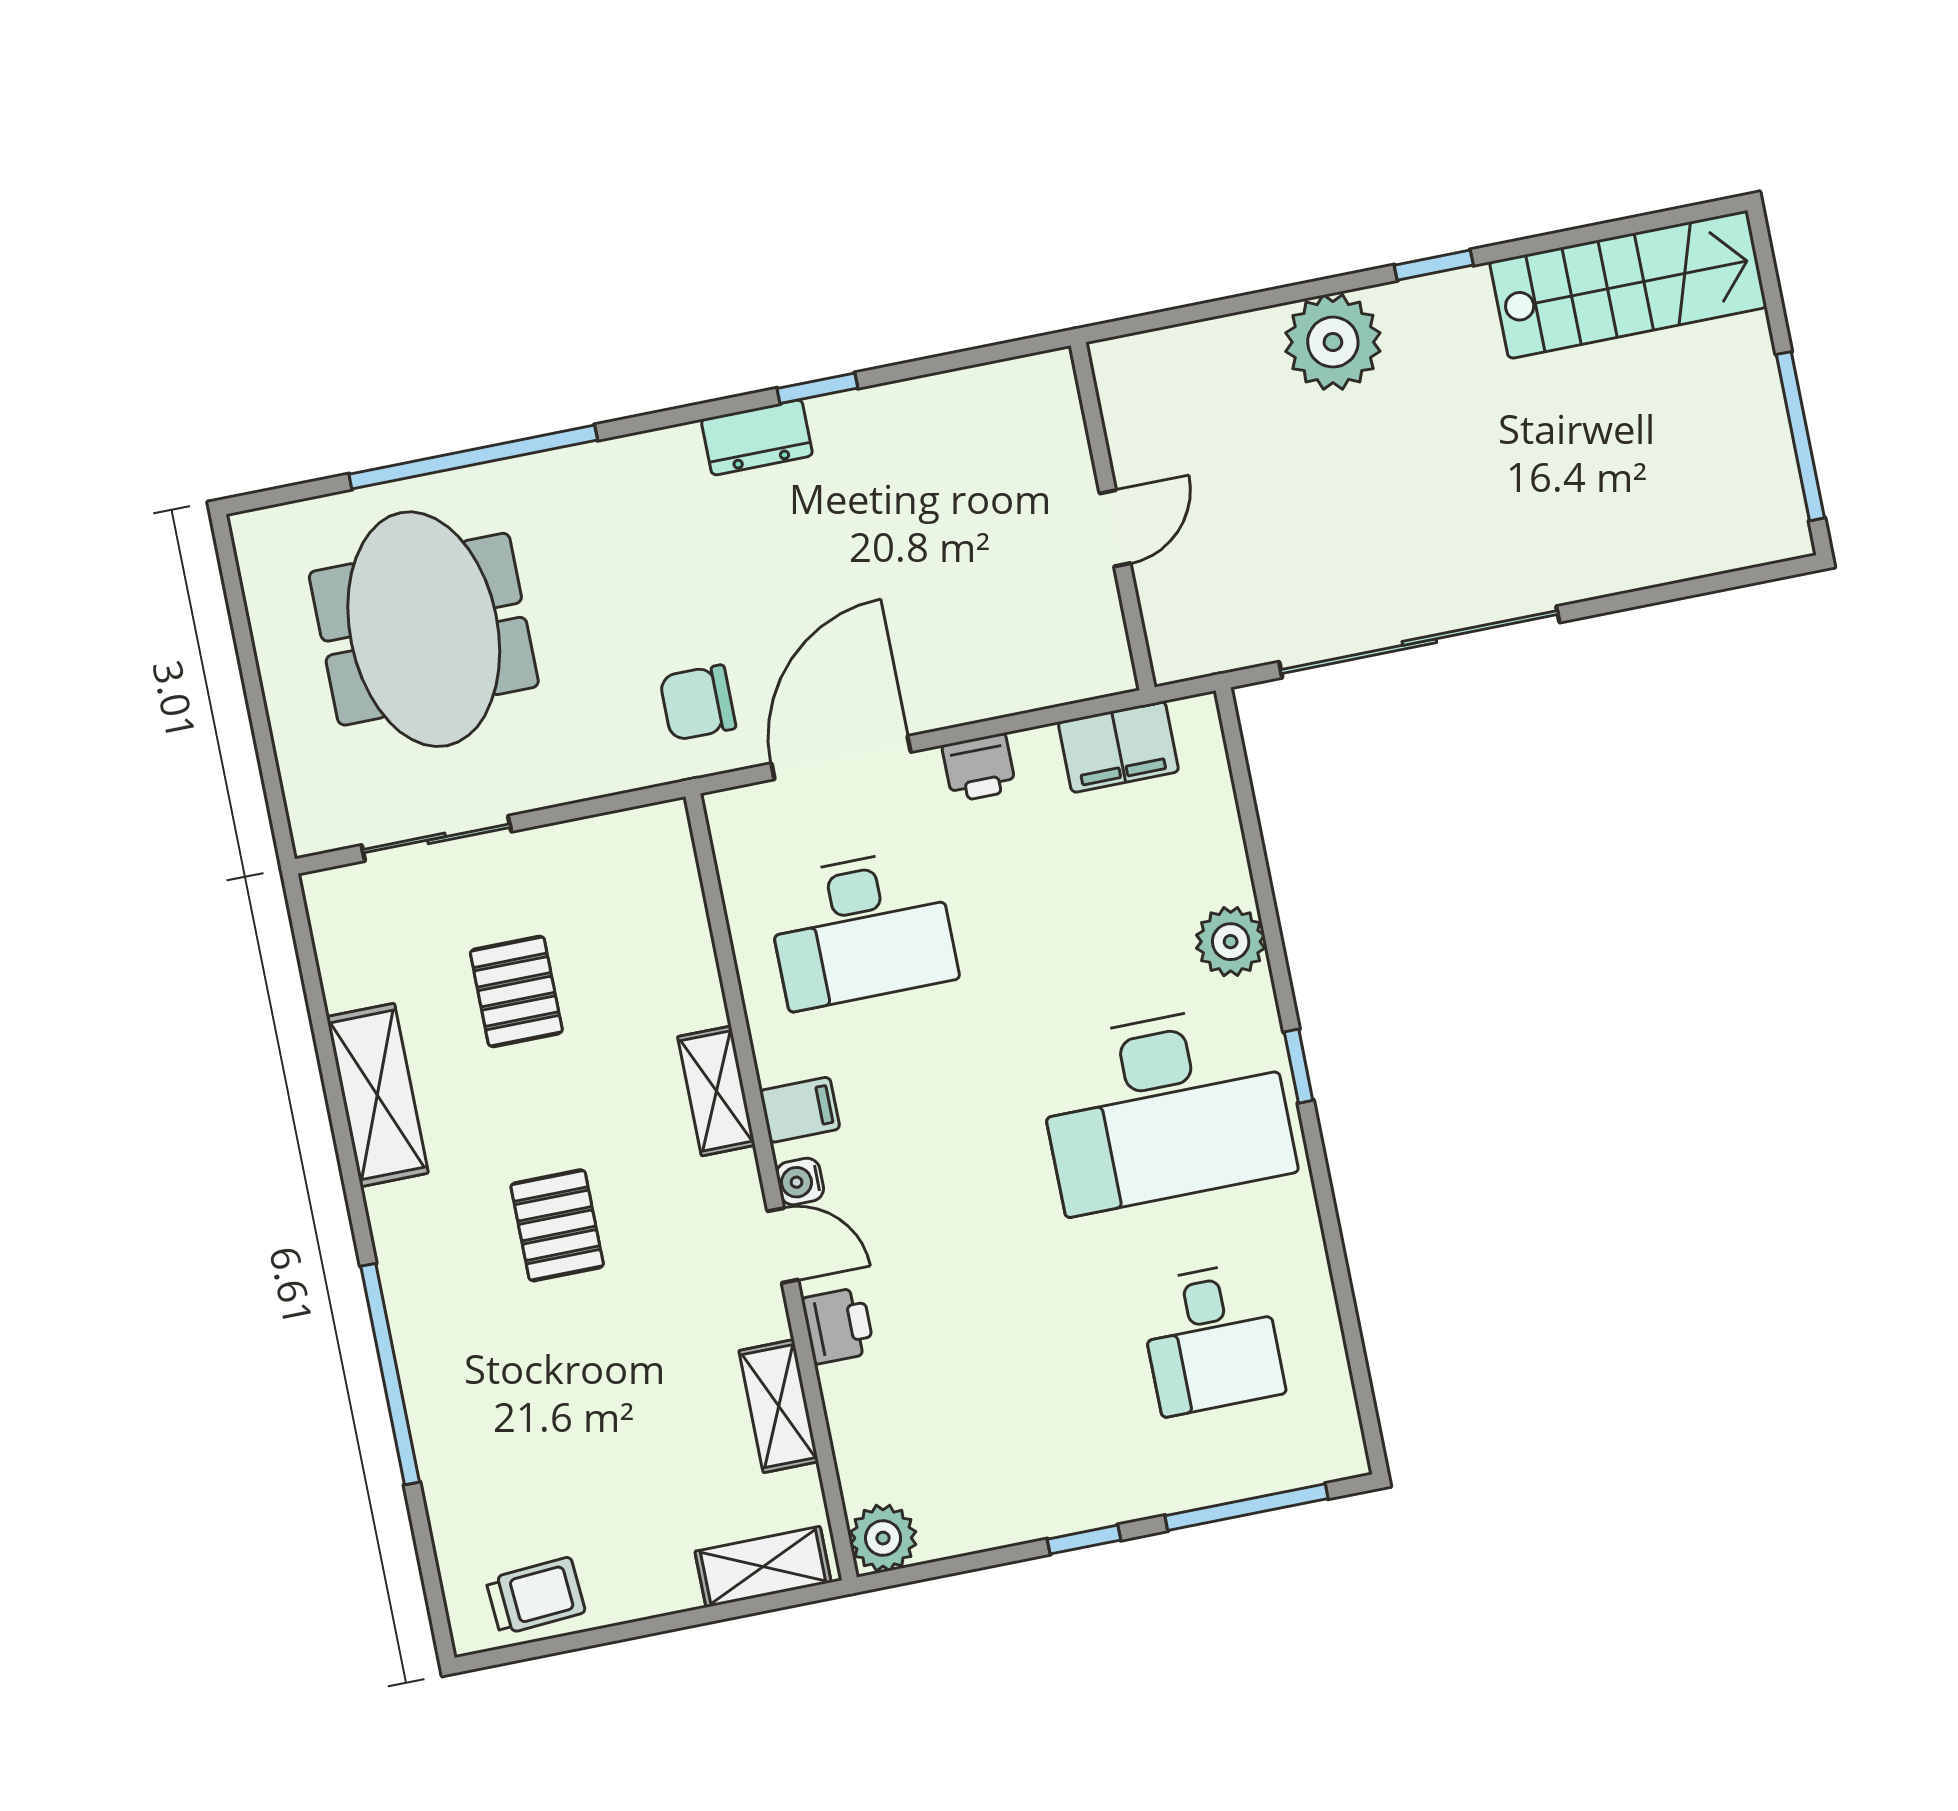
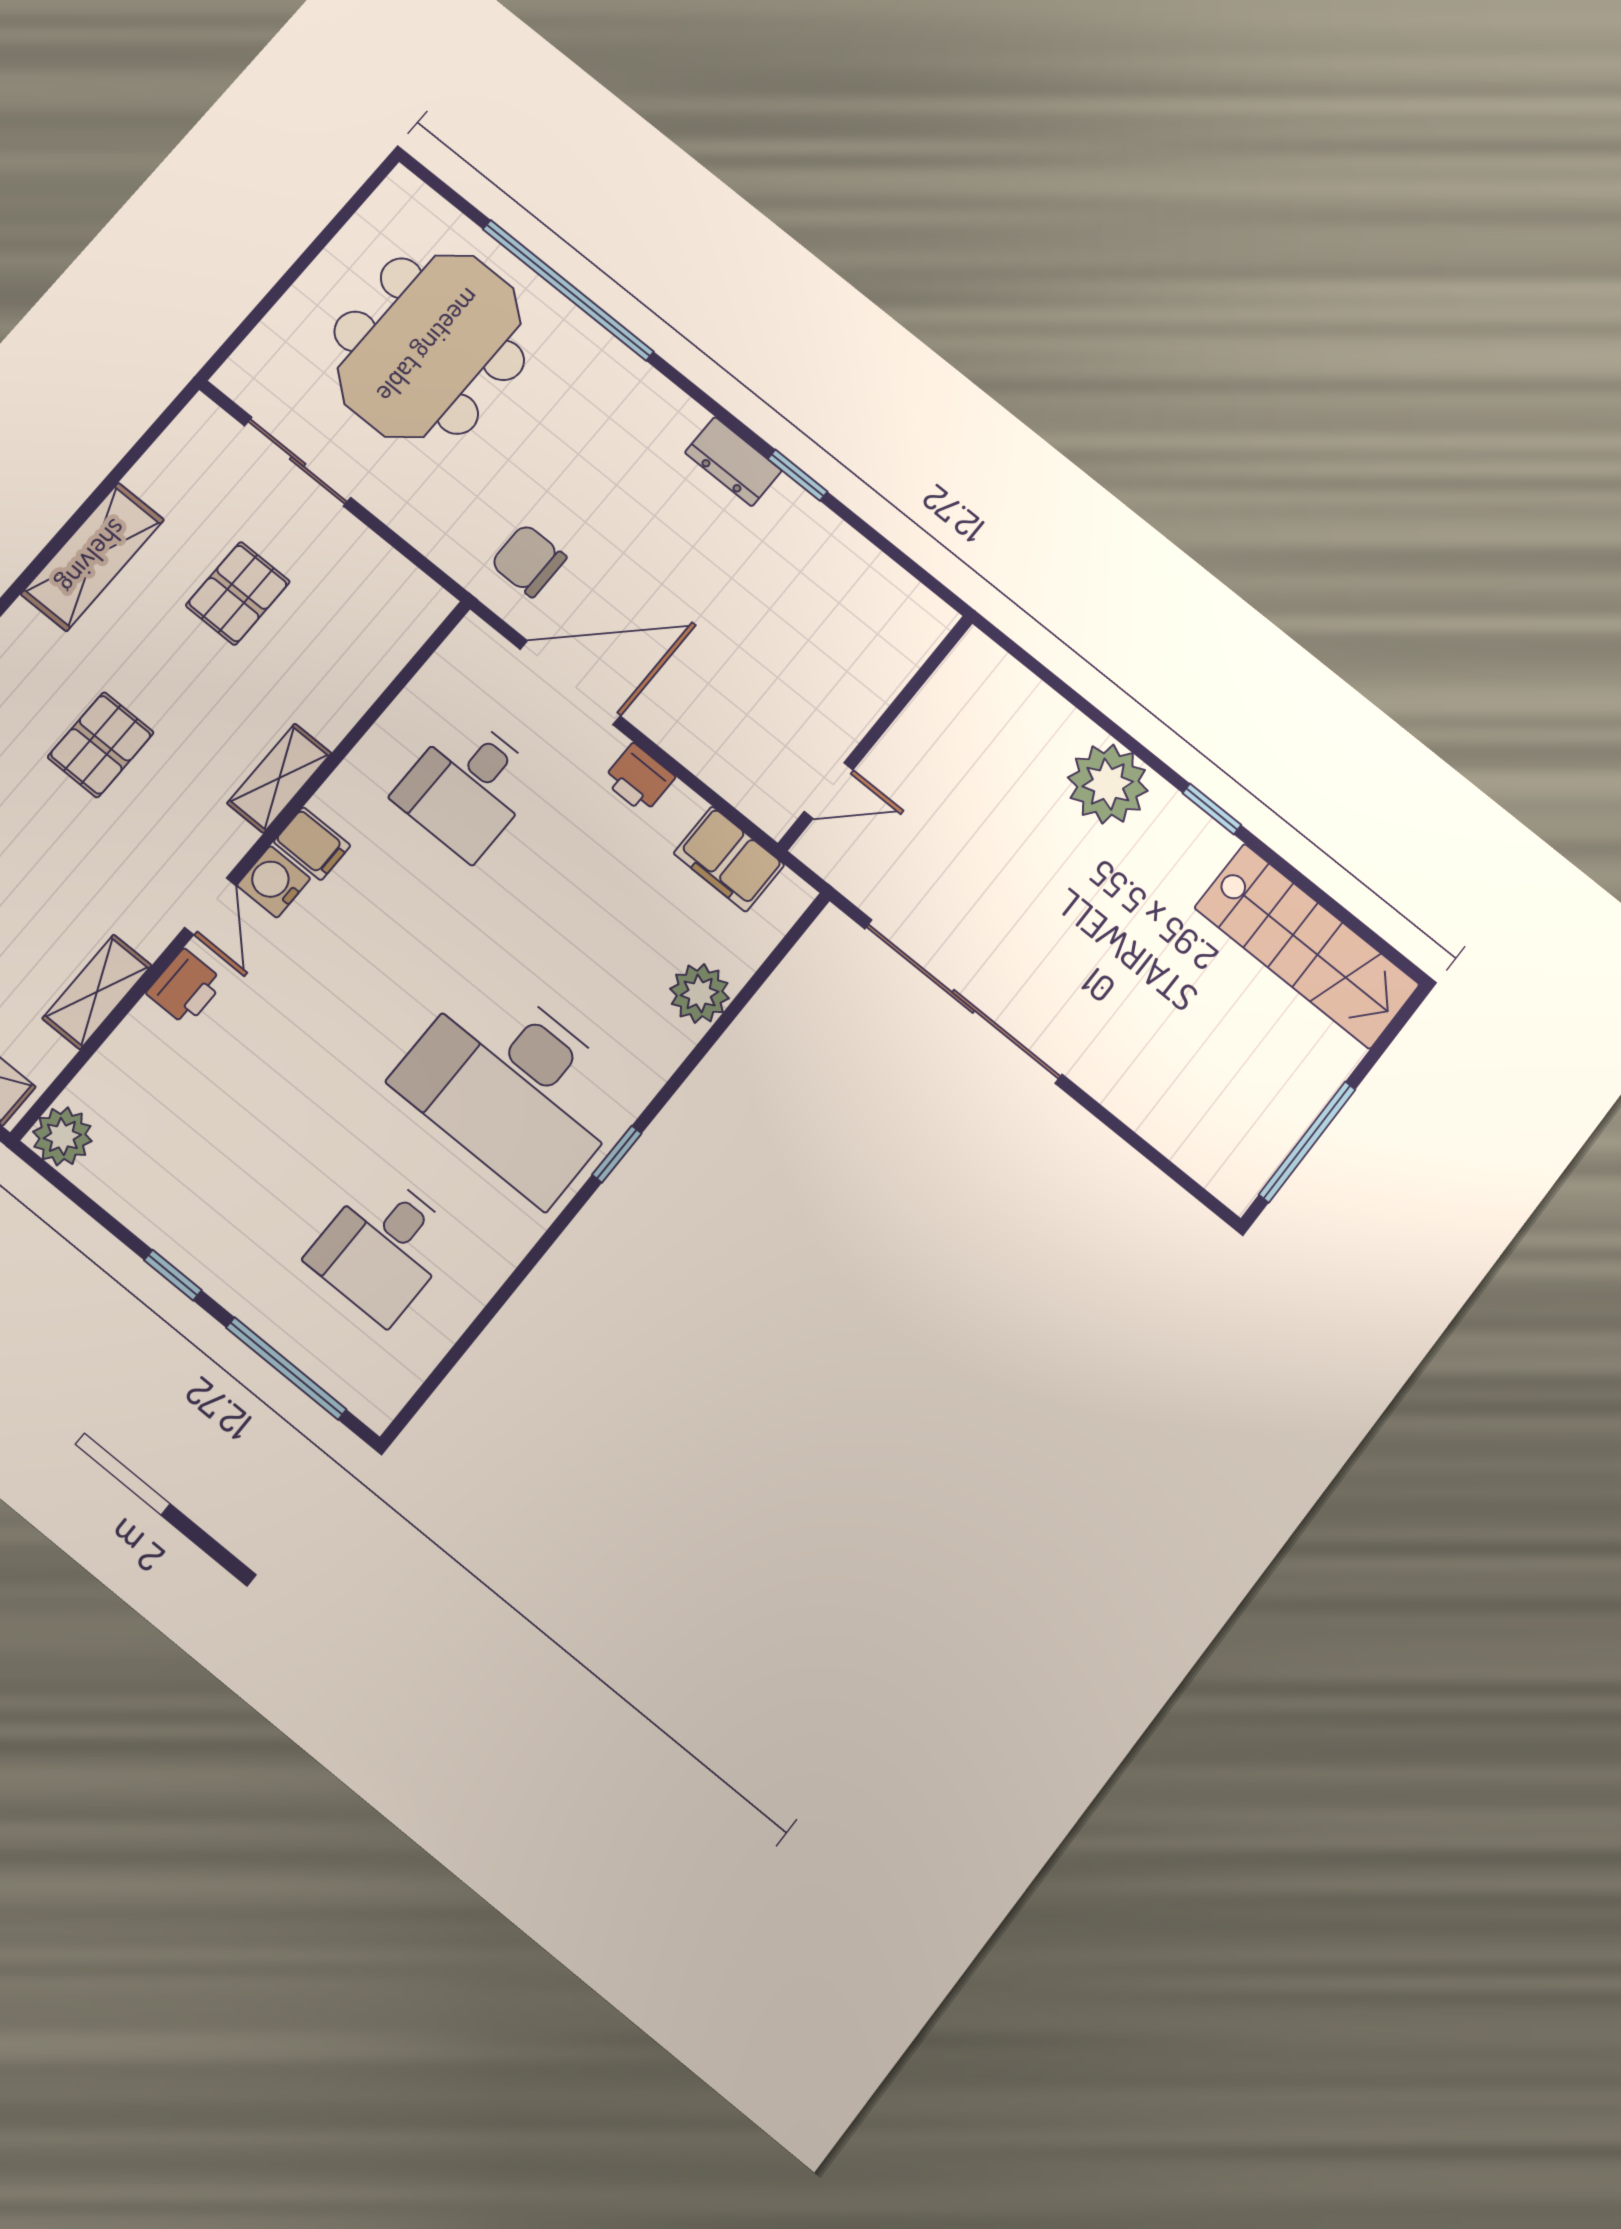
door: (1115, 528) -> (829, 791), moved
desk: (861, 929) -> (468, 787), width x0.73
plant: (1231, 942) -> (700, 993), moved
water cooler: (800, 1182) -> (274, 882), width x1.38, depth x1.38

